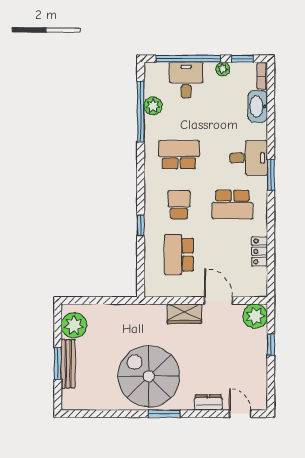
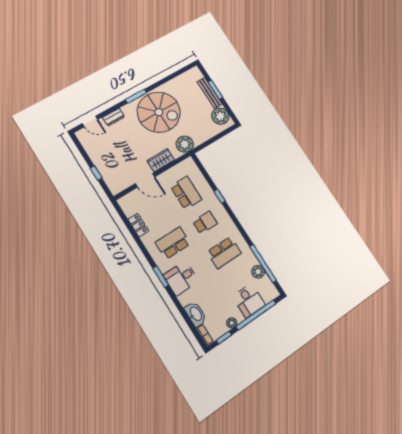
school desk: (179, 205) -> (205, 223), turned -90
plant: (255, 316) -> (185, 144), moved

